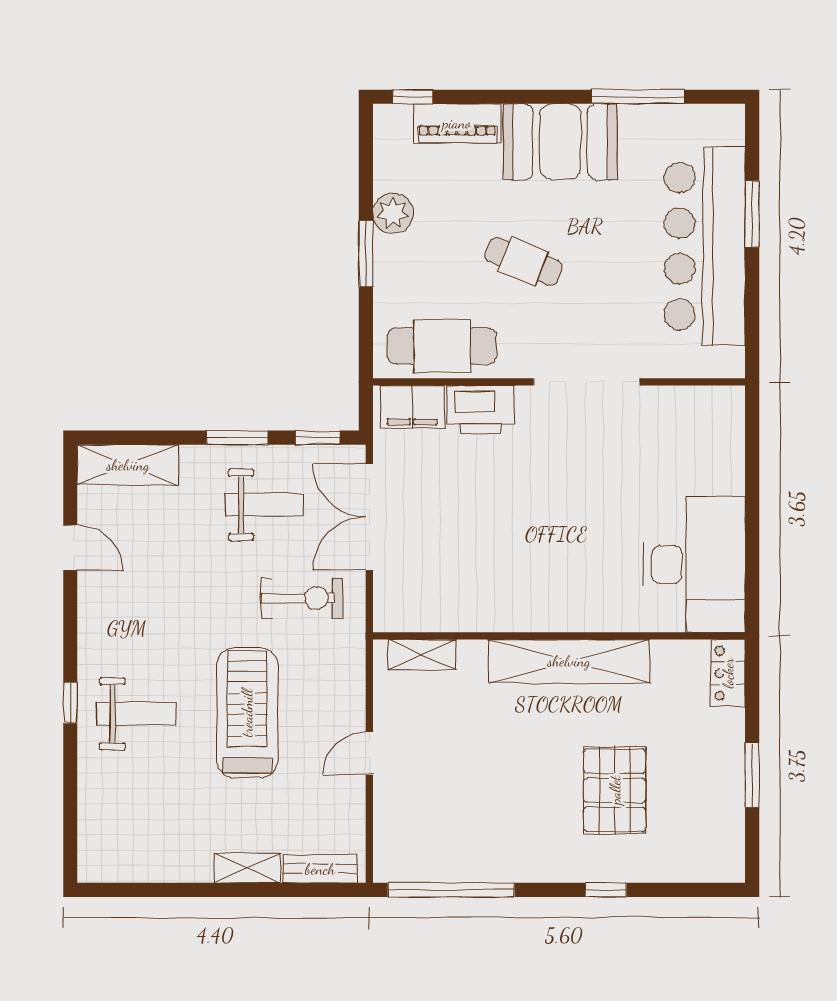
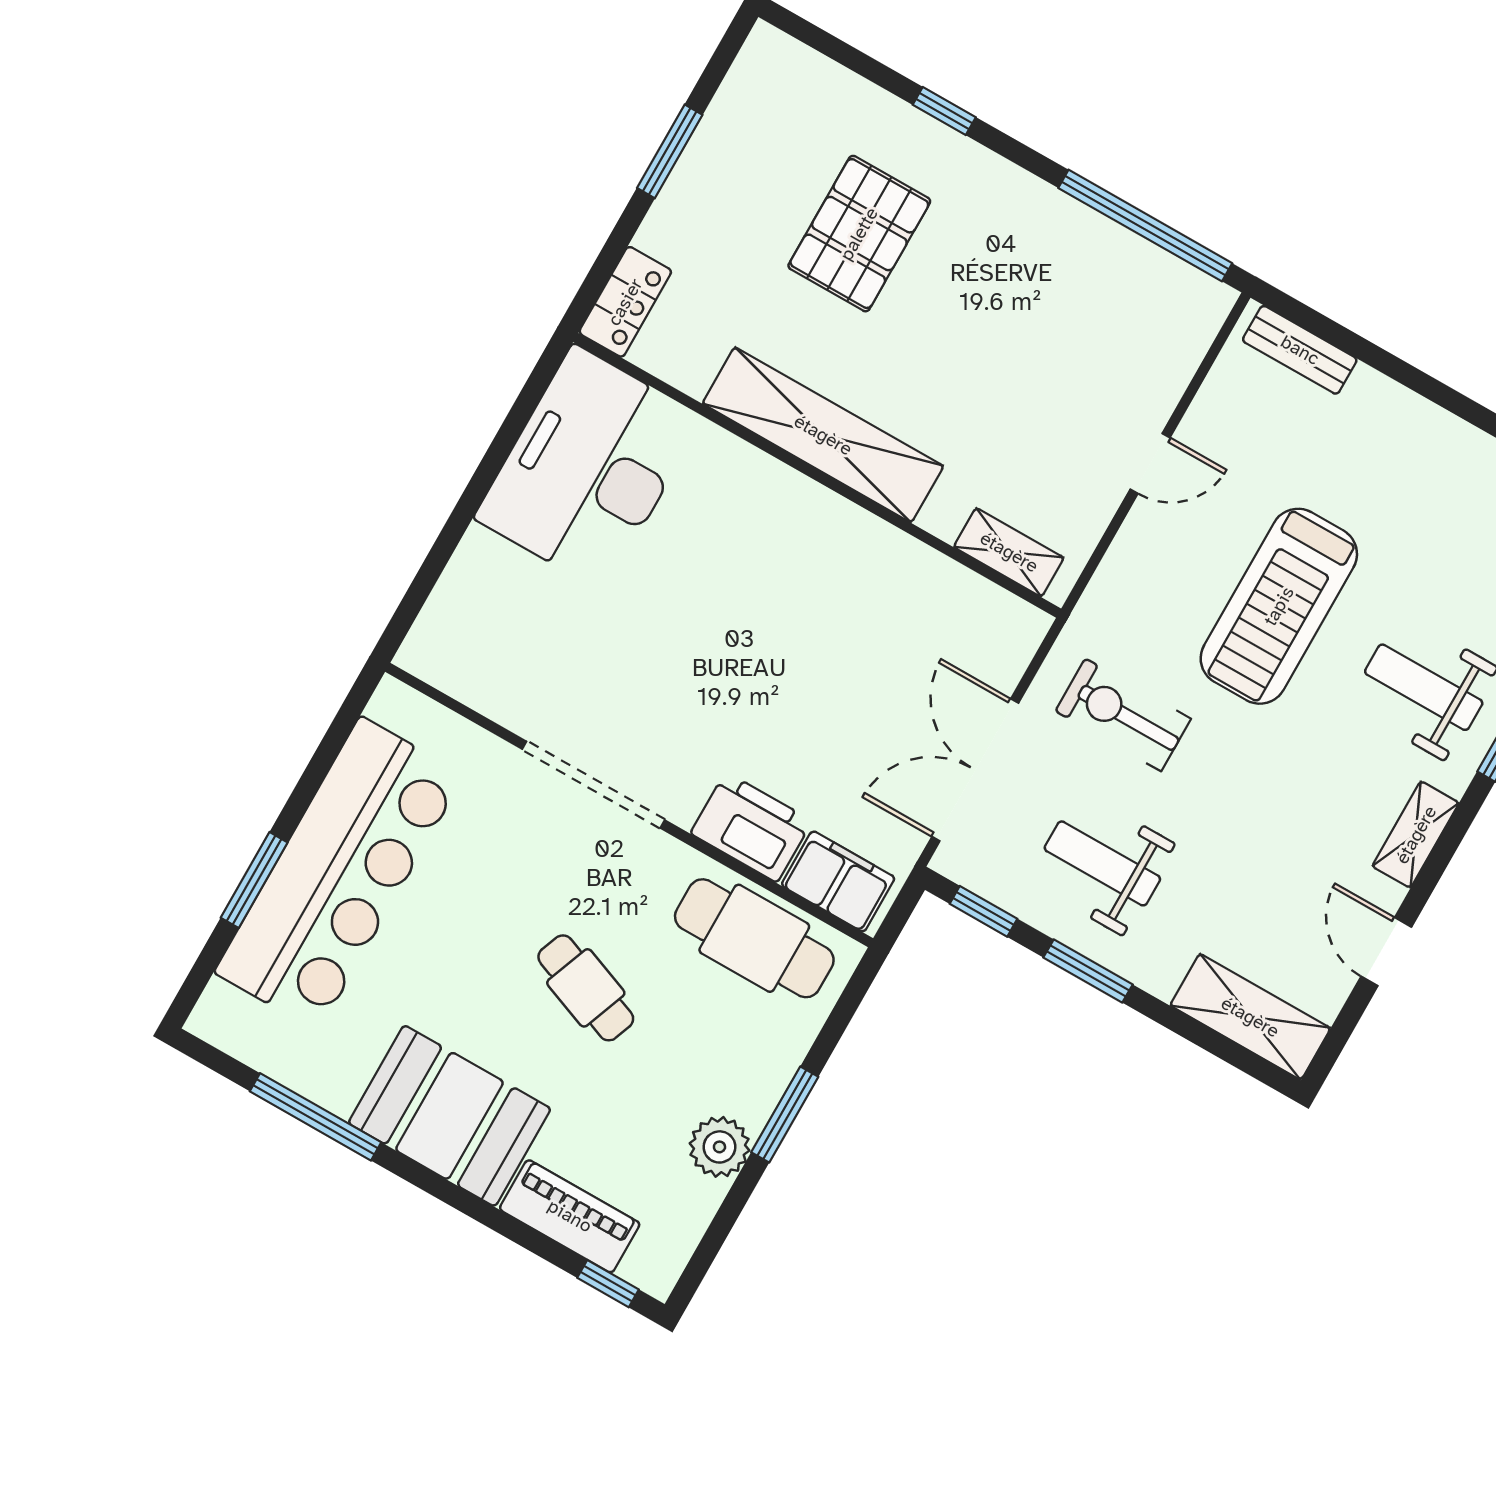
double door: (369, 517) -> (975, 770), swing flipped
shelving: (247, 868) -> (1416, 835), moved, turned 90

